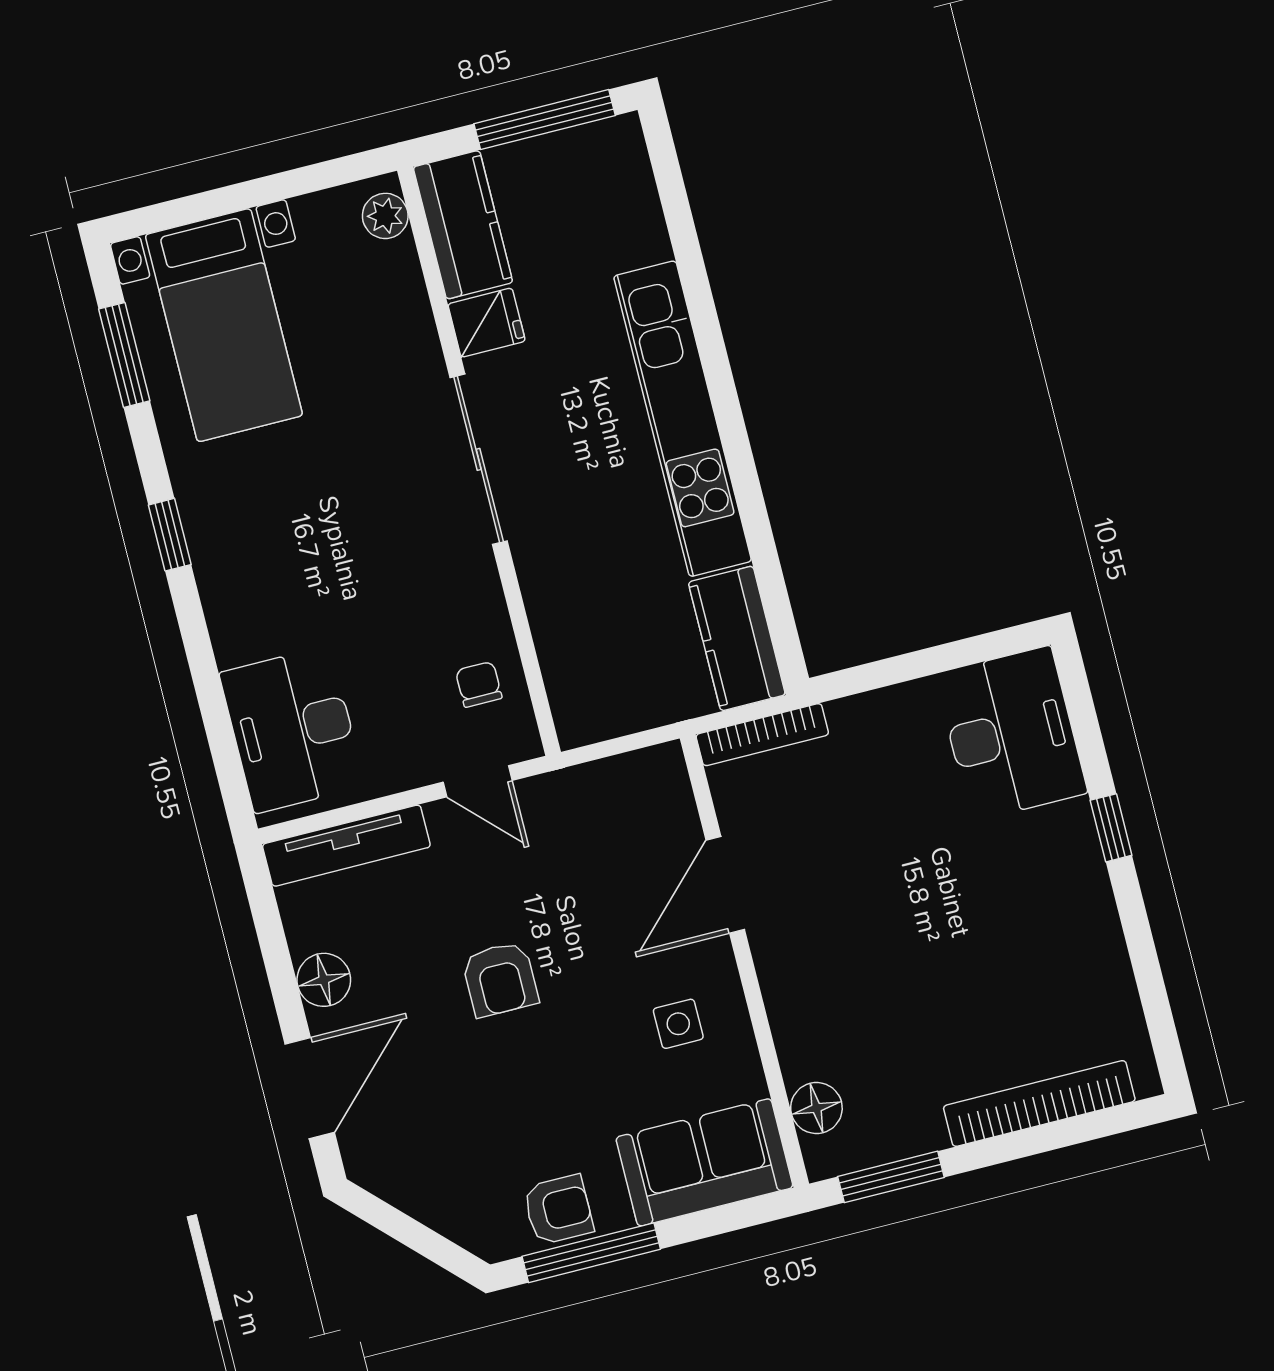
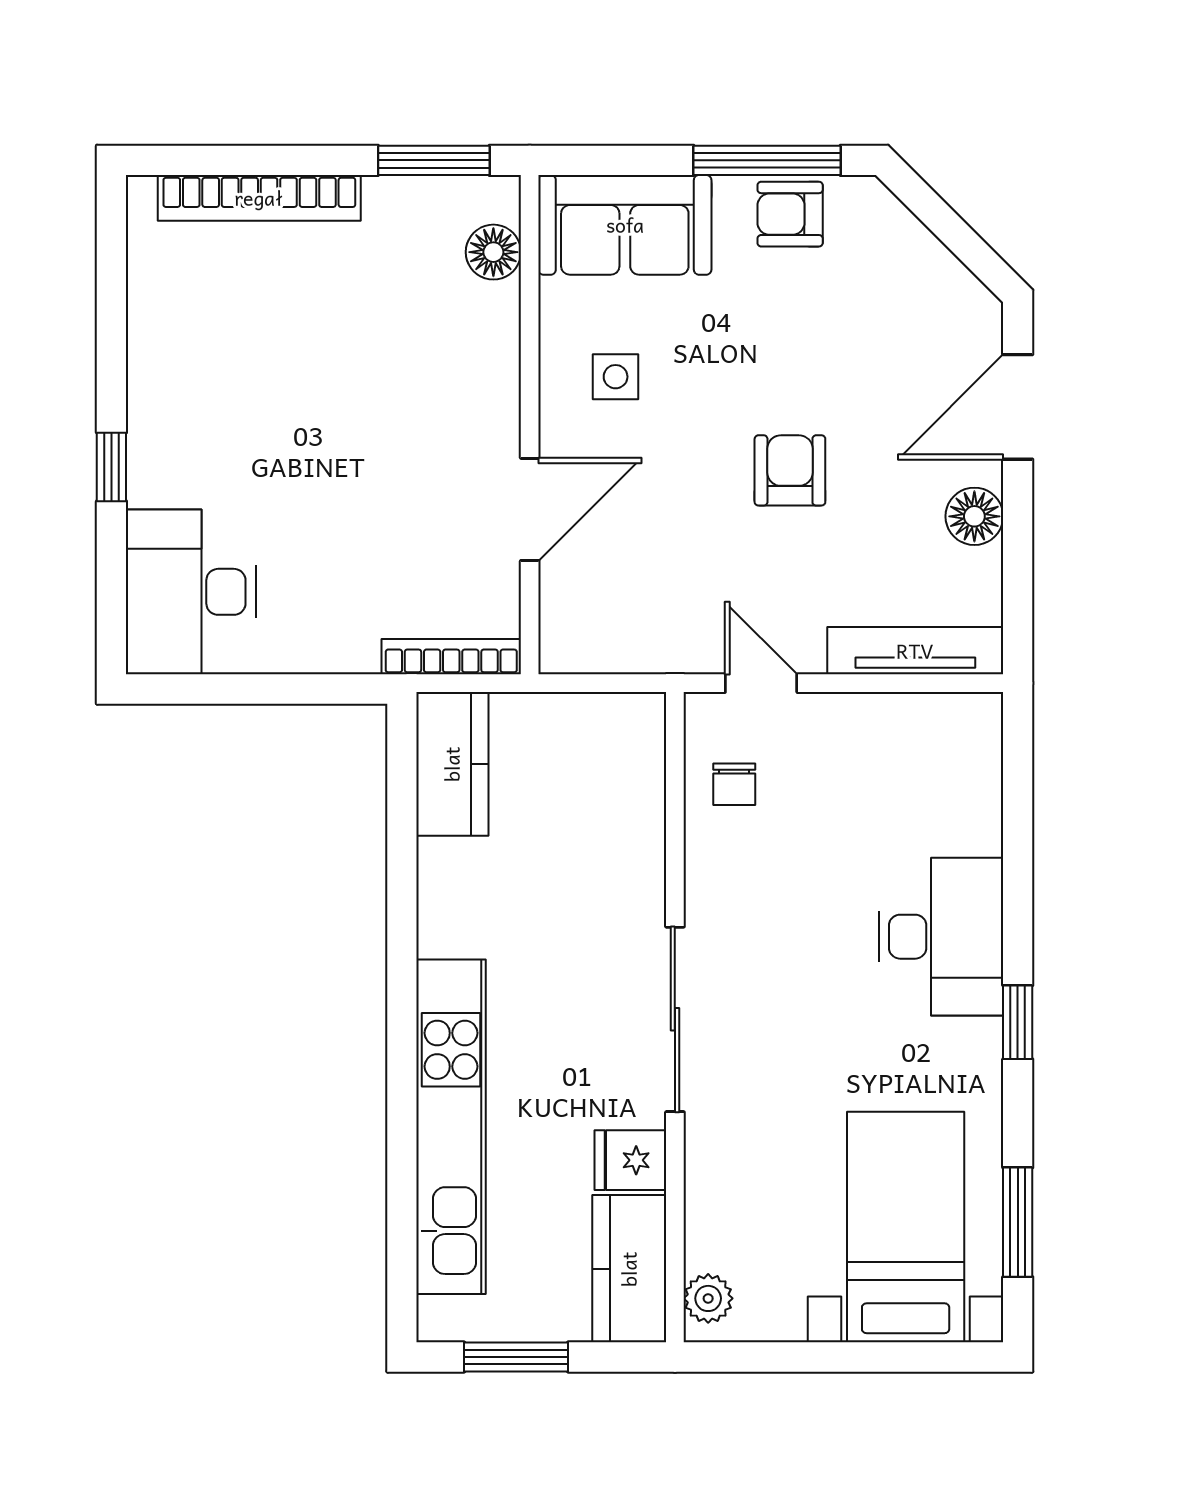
window: (545, 120) -> (516, 1357), width x0.69
kitchen unit: (683, 419) -> (451, 1127), moved
desk: (292, 729) -> (941, 937), moved

